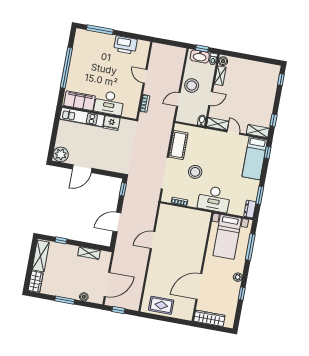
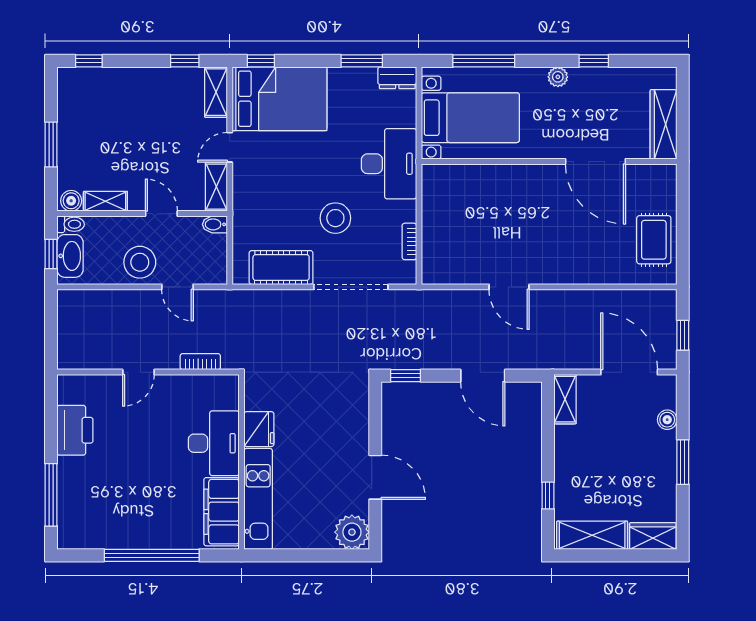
window: (248, 57) -> (51, 144), added
bed: (255, 158) -> (279, 99), width x1.50
shelving: (89, 253) -> (565, 399), moved

